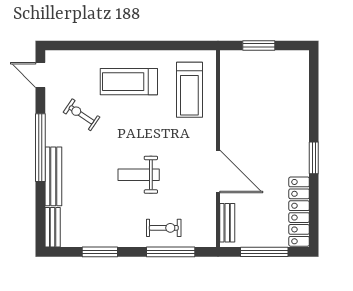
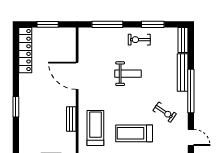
treadmill: (129, 82) -> (134, 133), turned 180
window: (314, 158) -> (16, 107), moved
bench: (227, 223) -> (71, 119), moved
exercise bike: (164, 228) -> (139, 40), moved
window: (264, 252) -> (48, 24), width x0.69

